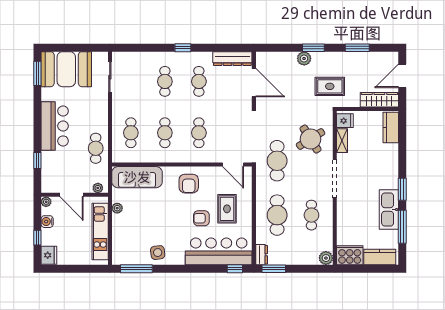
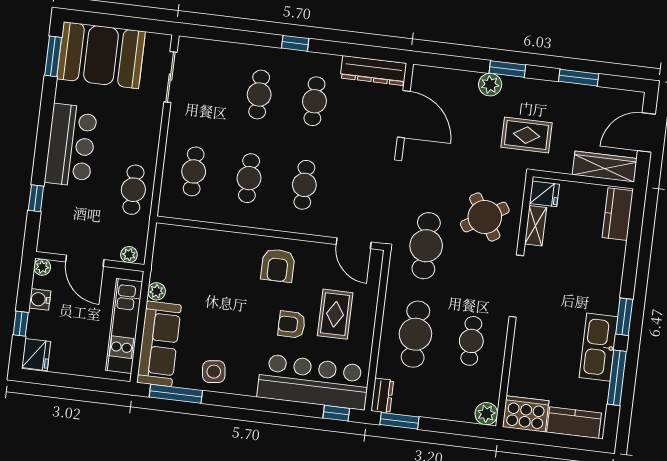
sofa: (137, 177) -> (159, 344), moved, turned -90

